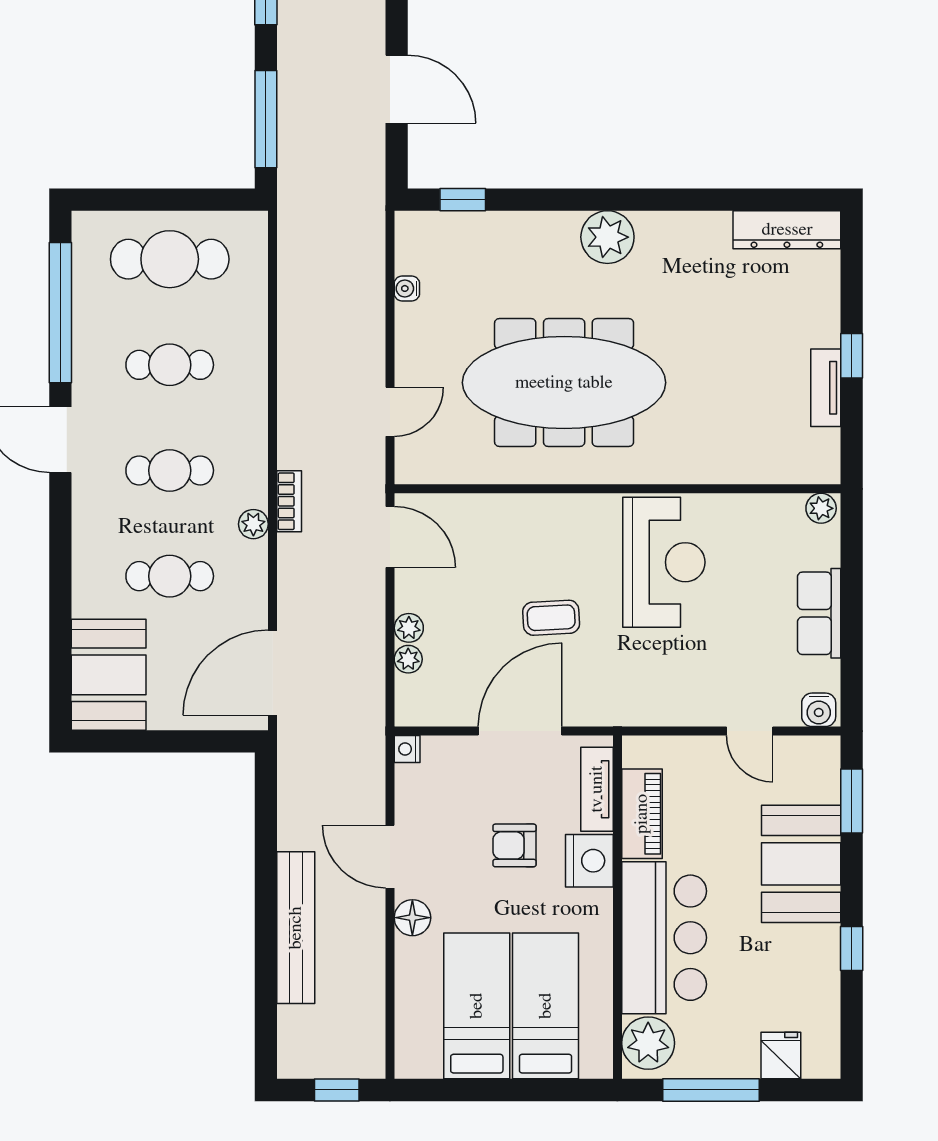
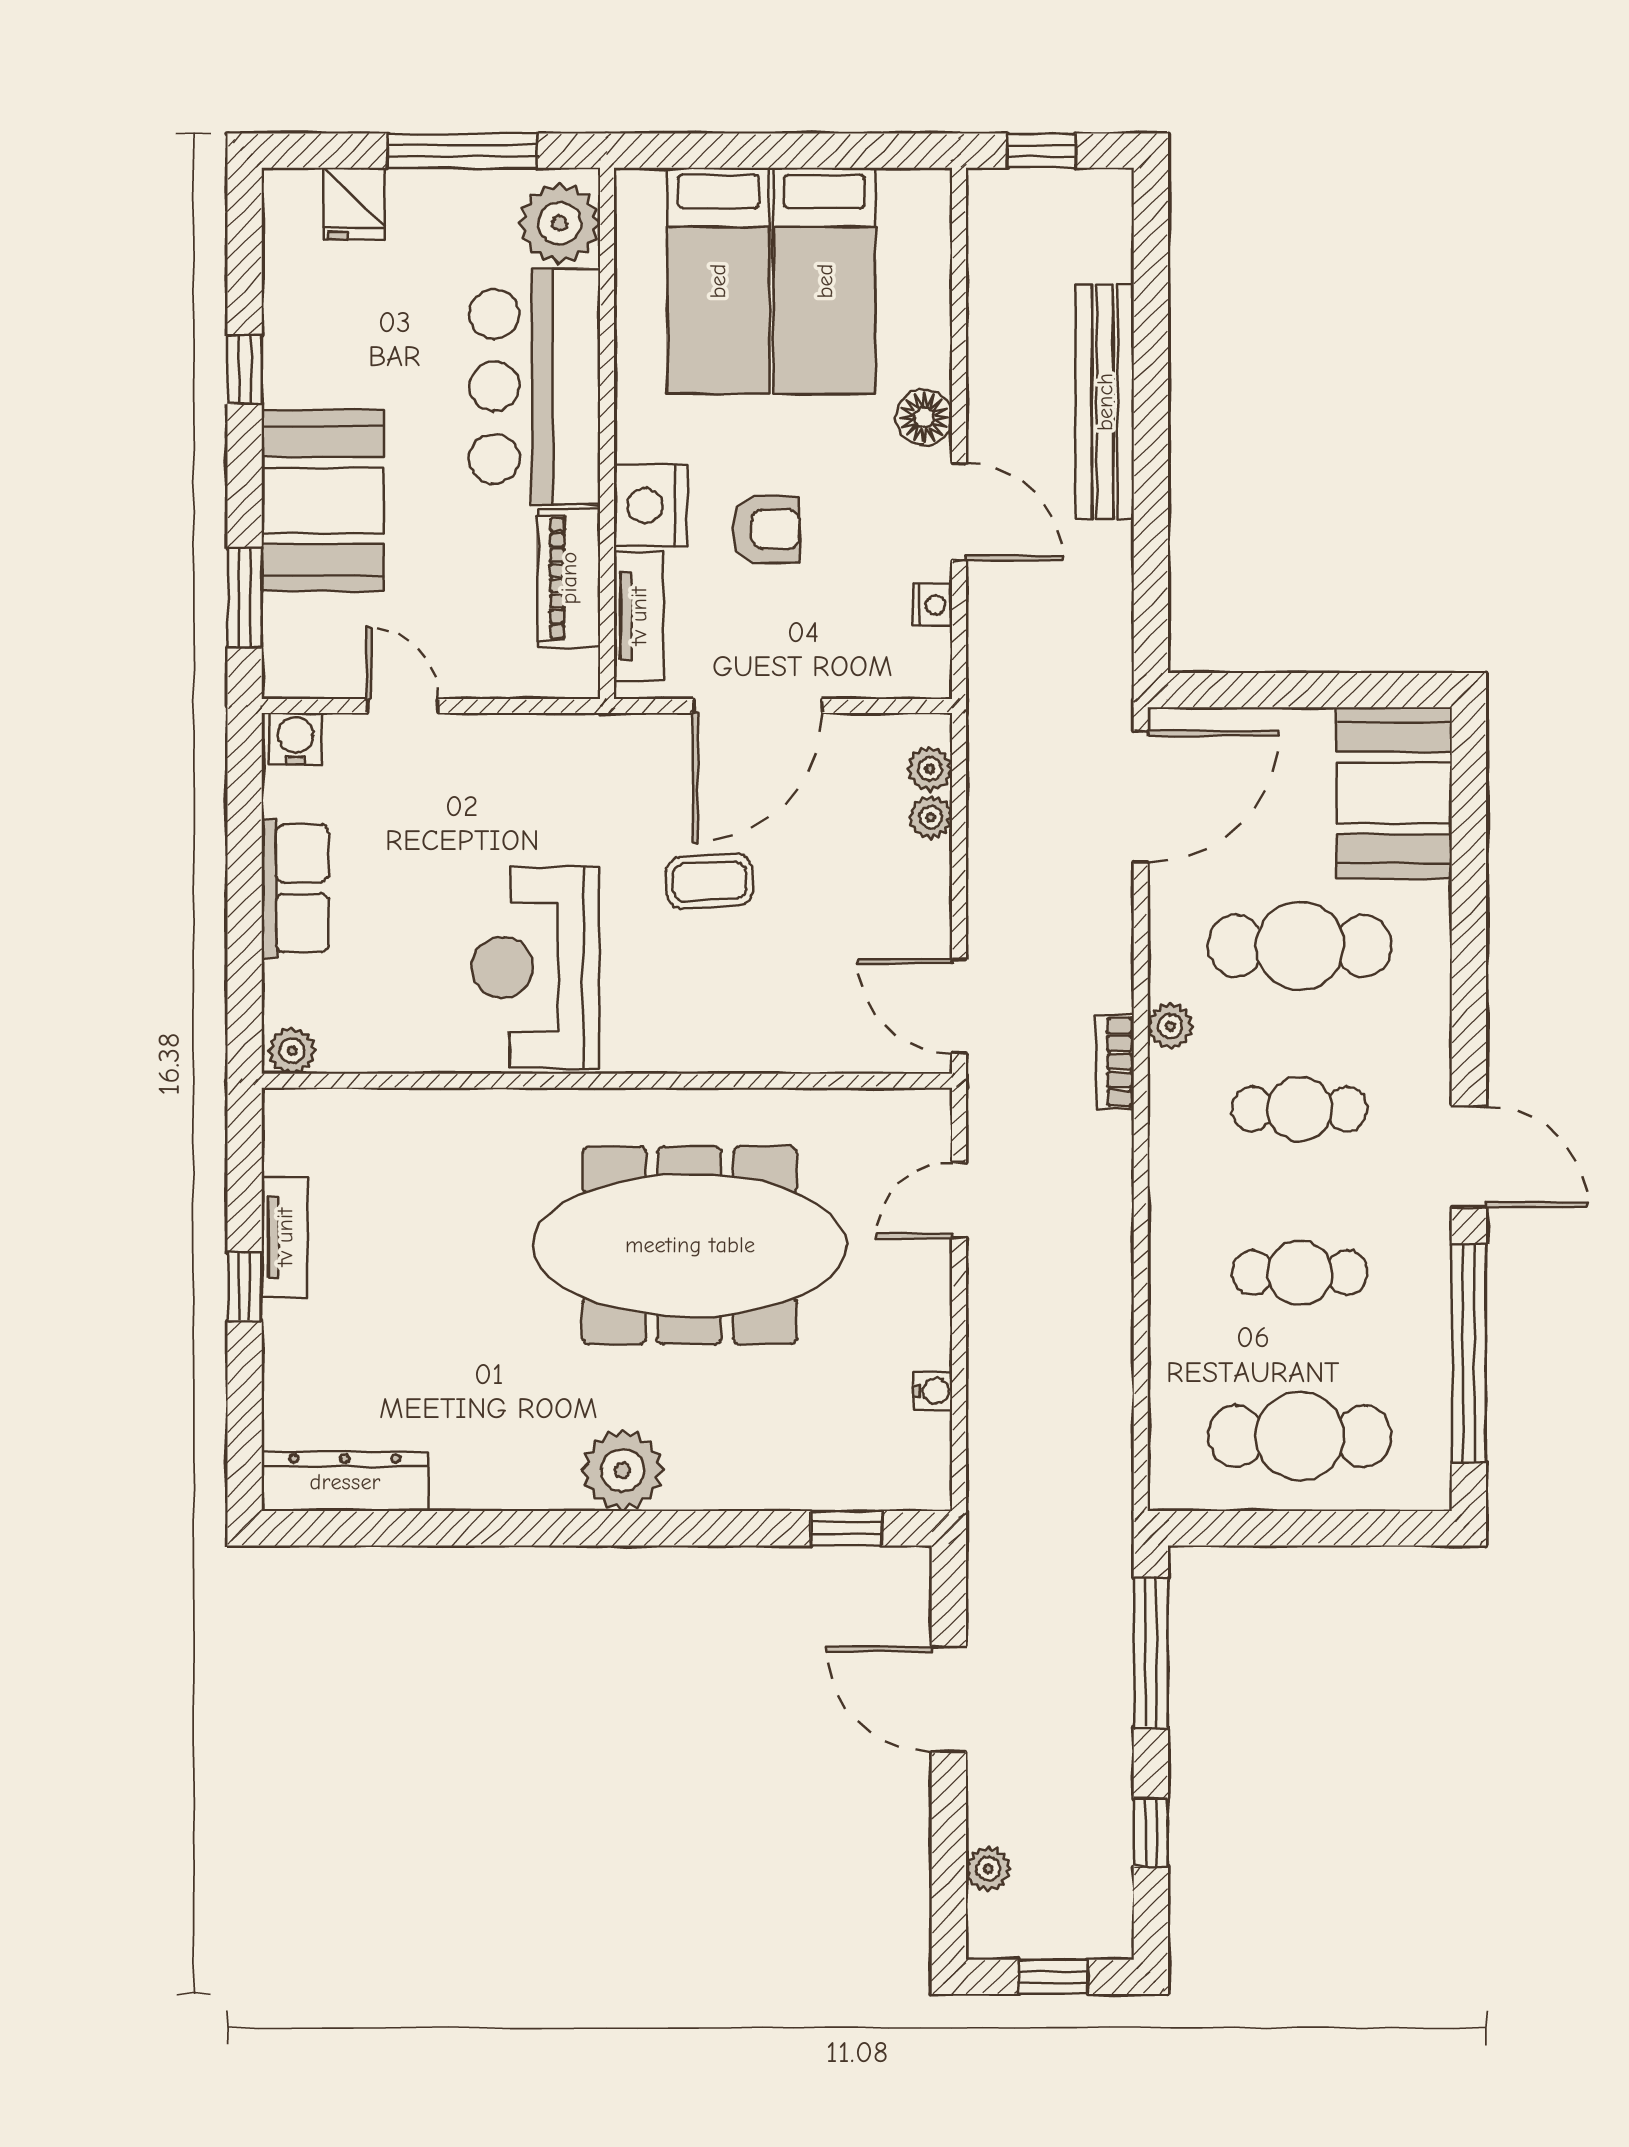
cafe table: (170, 576) -> (1300, 946), width x1.37, depth x1.35
plant: (409, 628) -> (930, 769), moved
nightstand: (407, 749) -> (932, 605), moved

